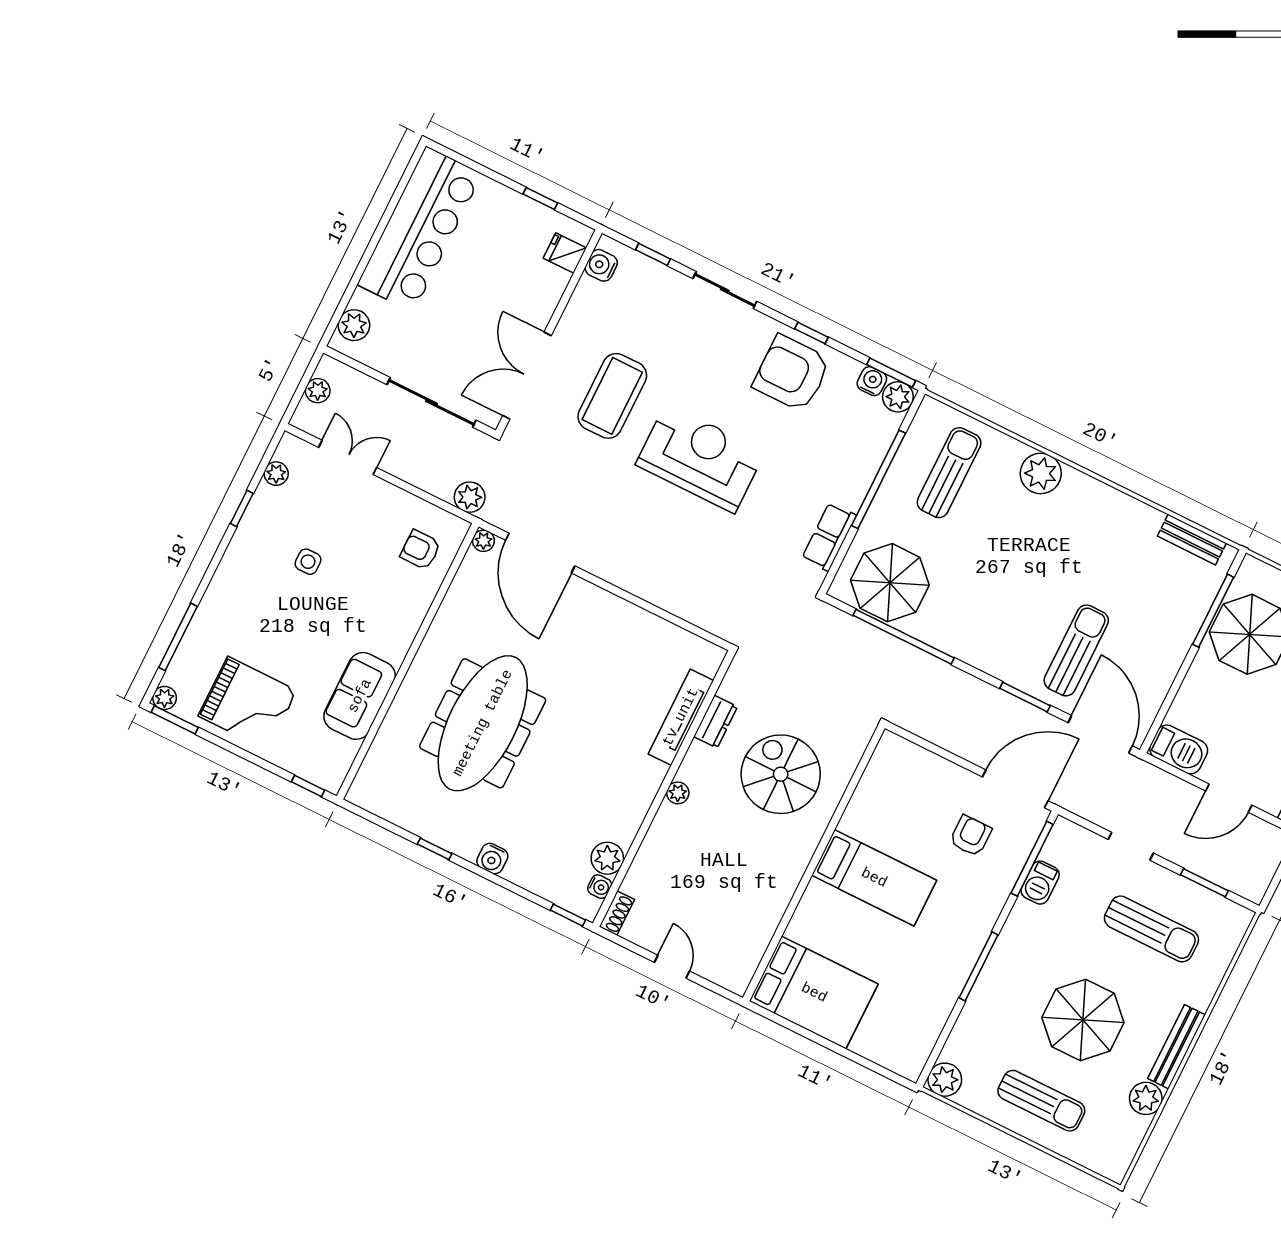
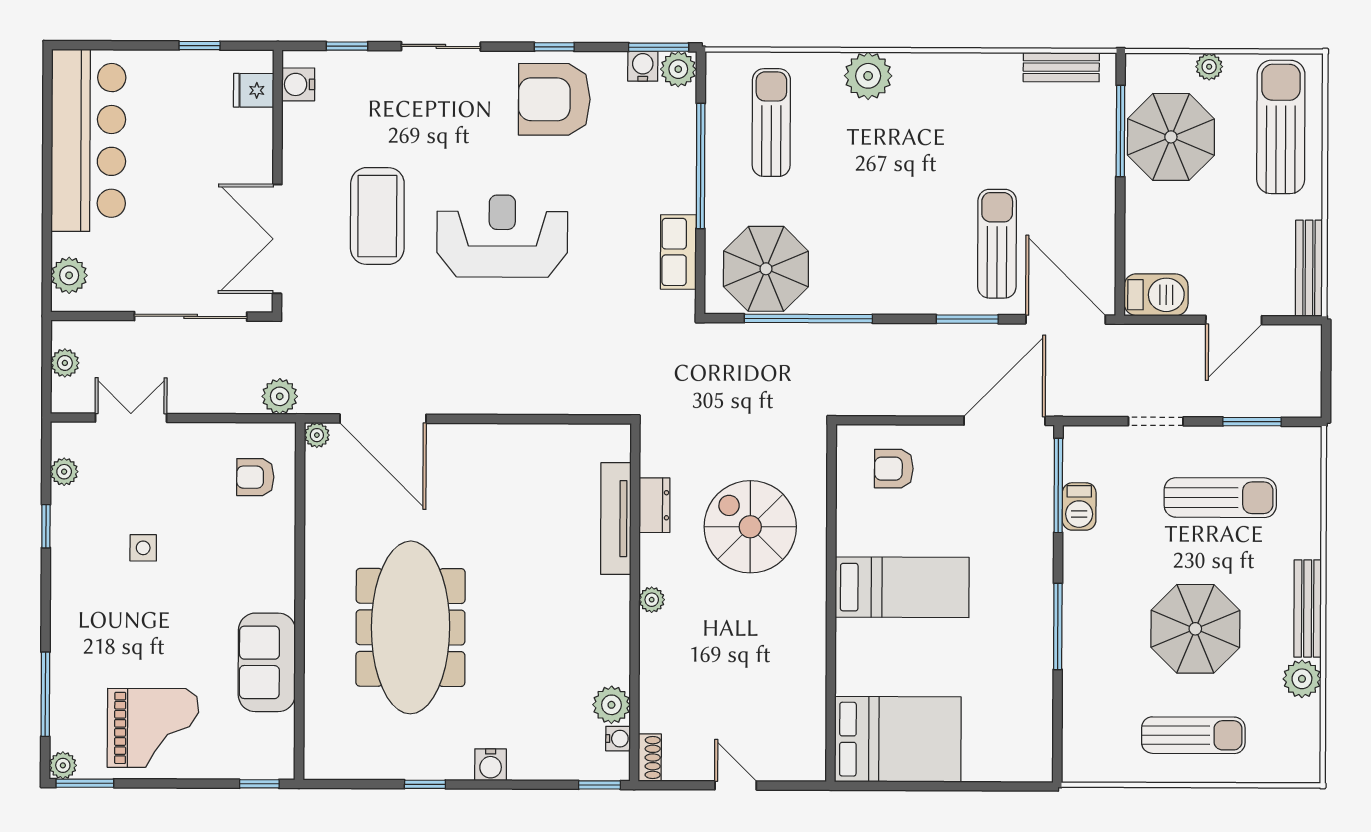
armchair: (971, 836) -> (894, 469), moved, turned -90
plant: (945, 1080) -> (1081, 763), removed

